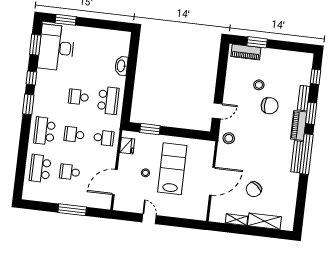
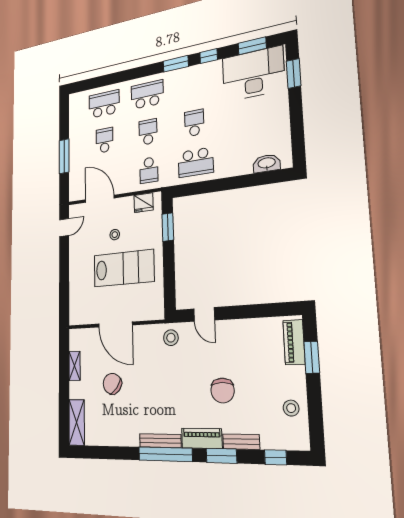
washbasin: (121, 66) -> (267, 163), moved
stool: (259, 85) -> (291, 408), moved
door: (149, 219) -> (64, 228), moved
shelving: (264, 221) -> (77, 422), moved

